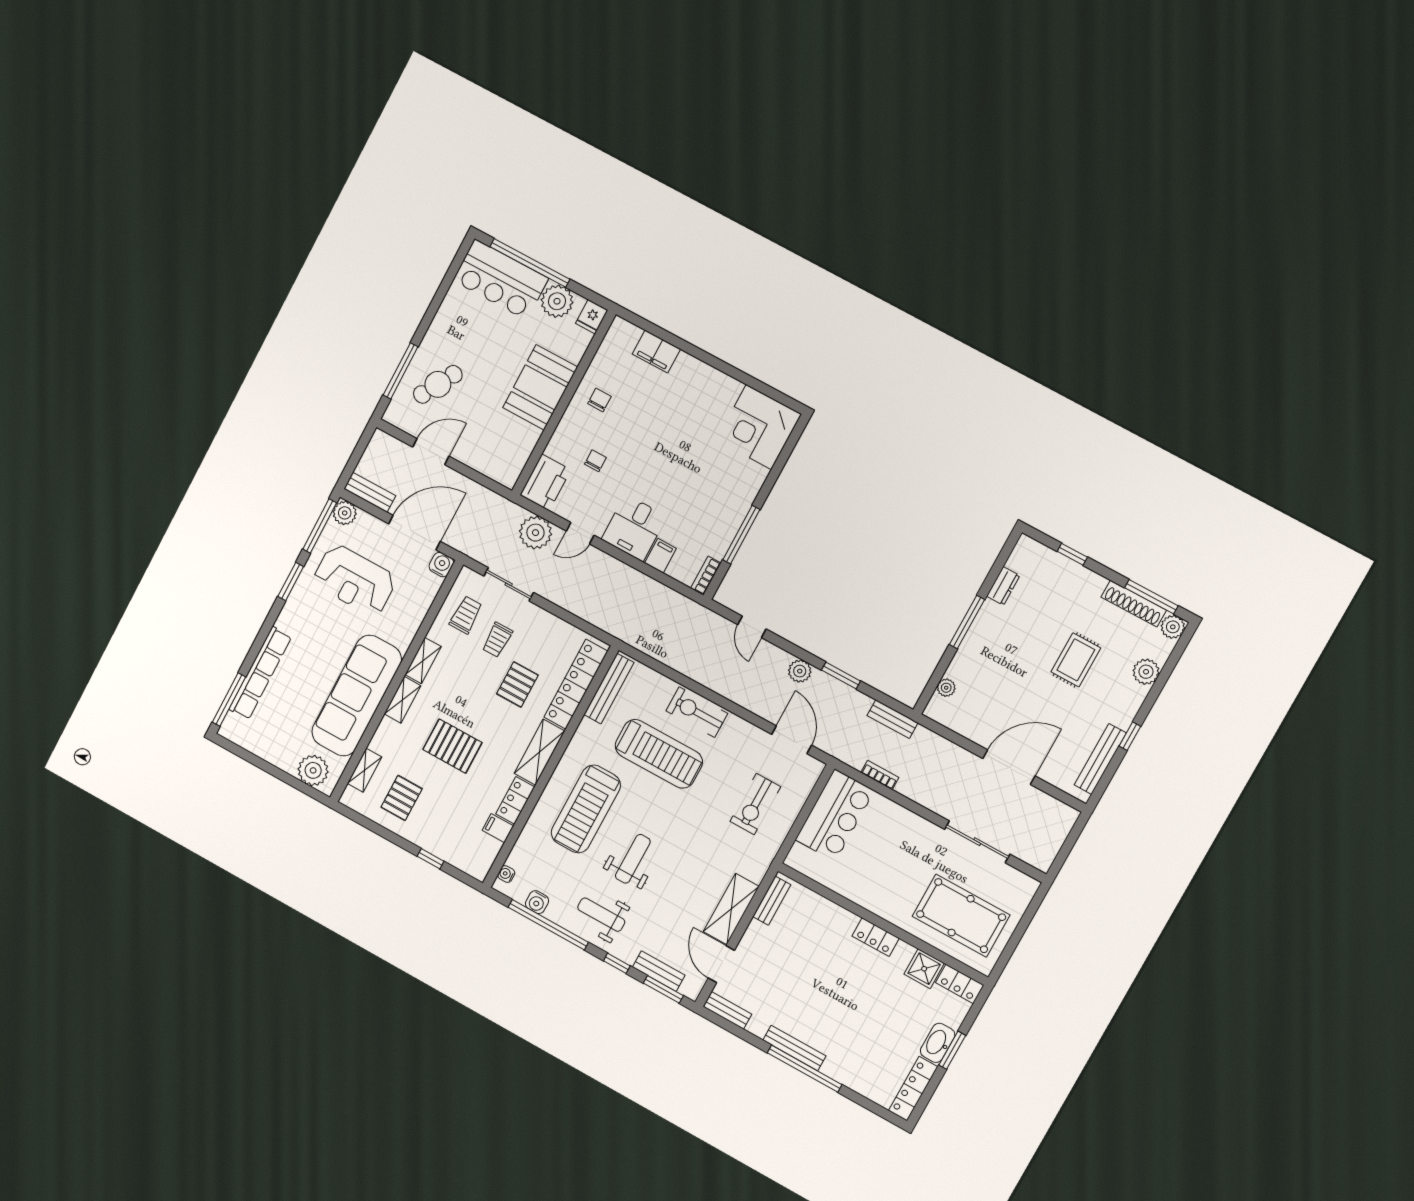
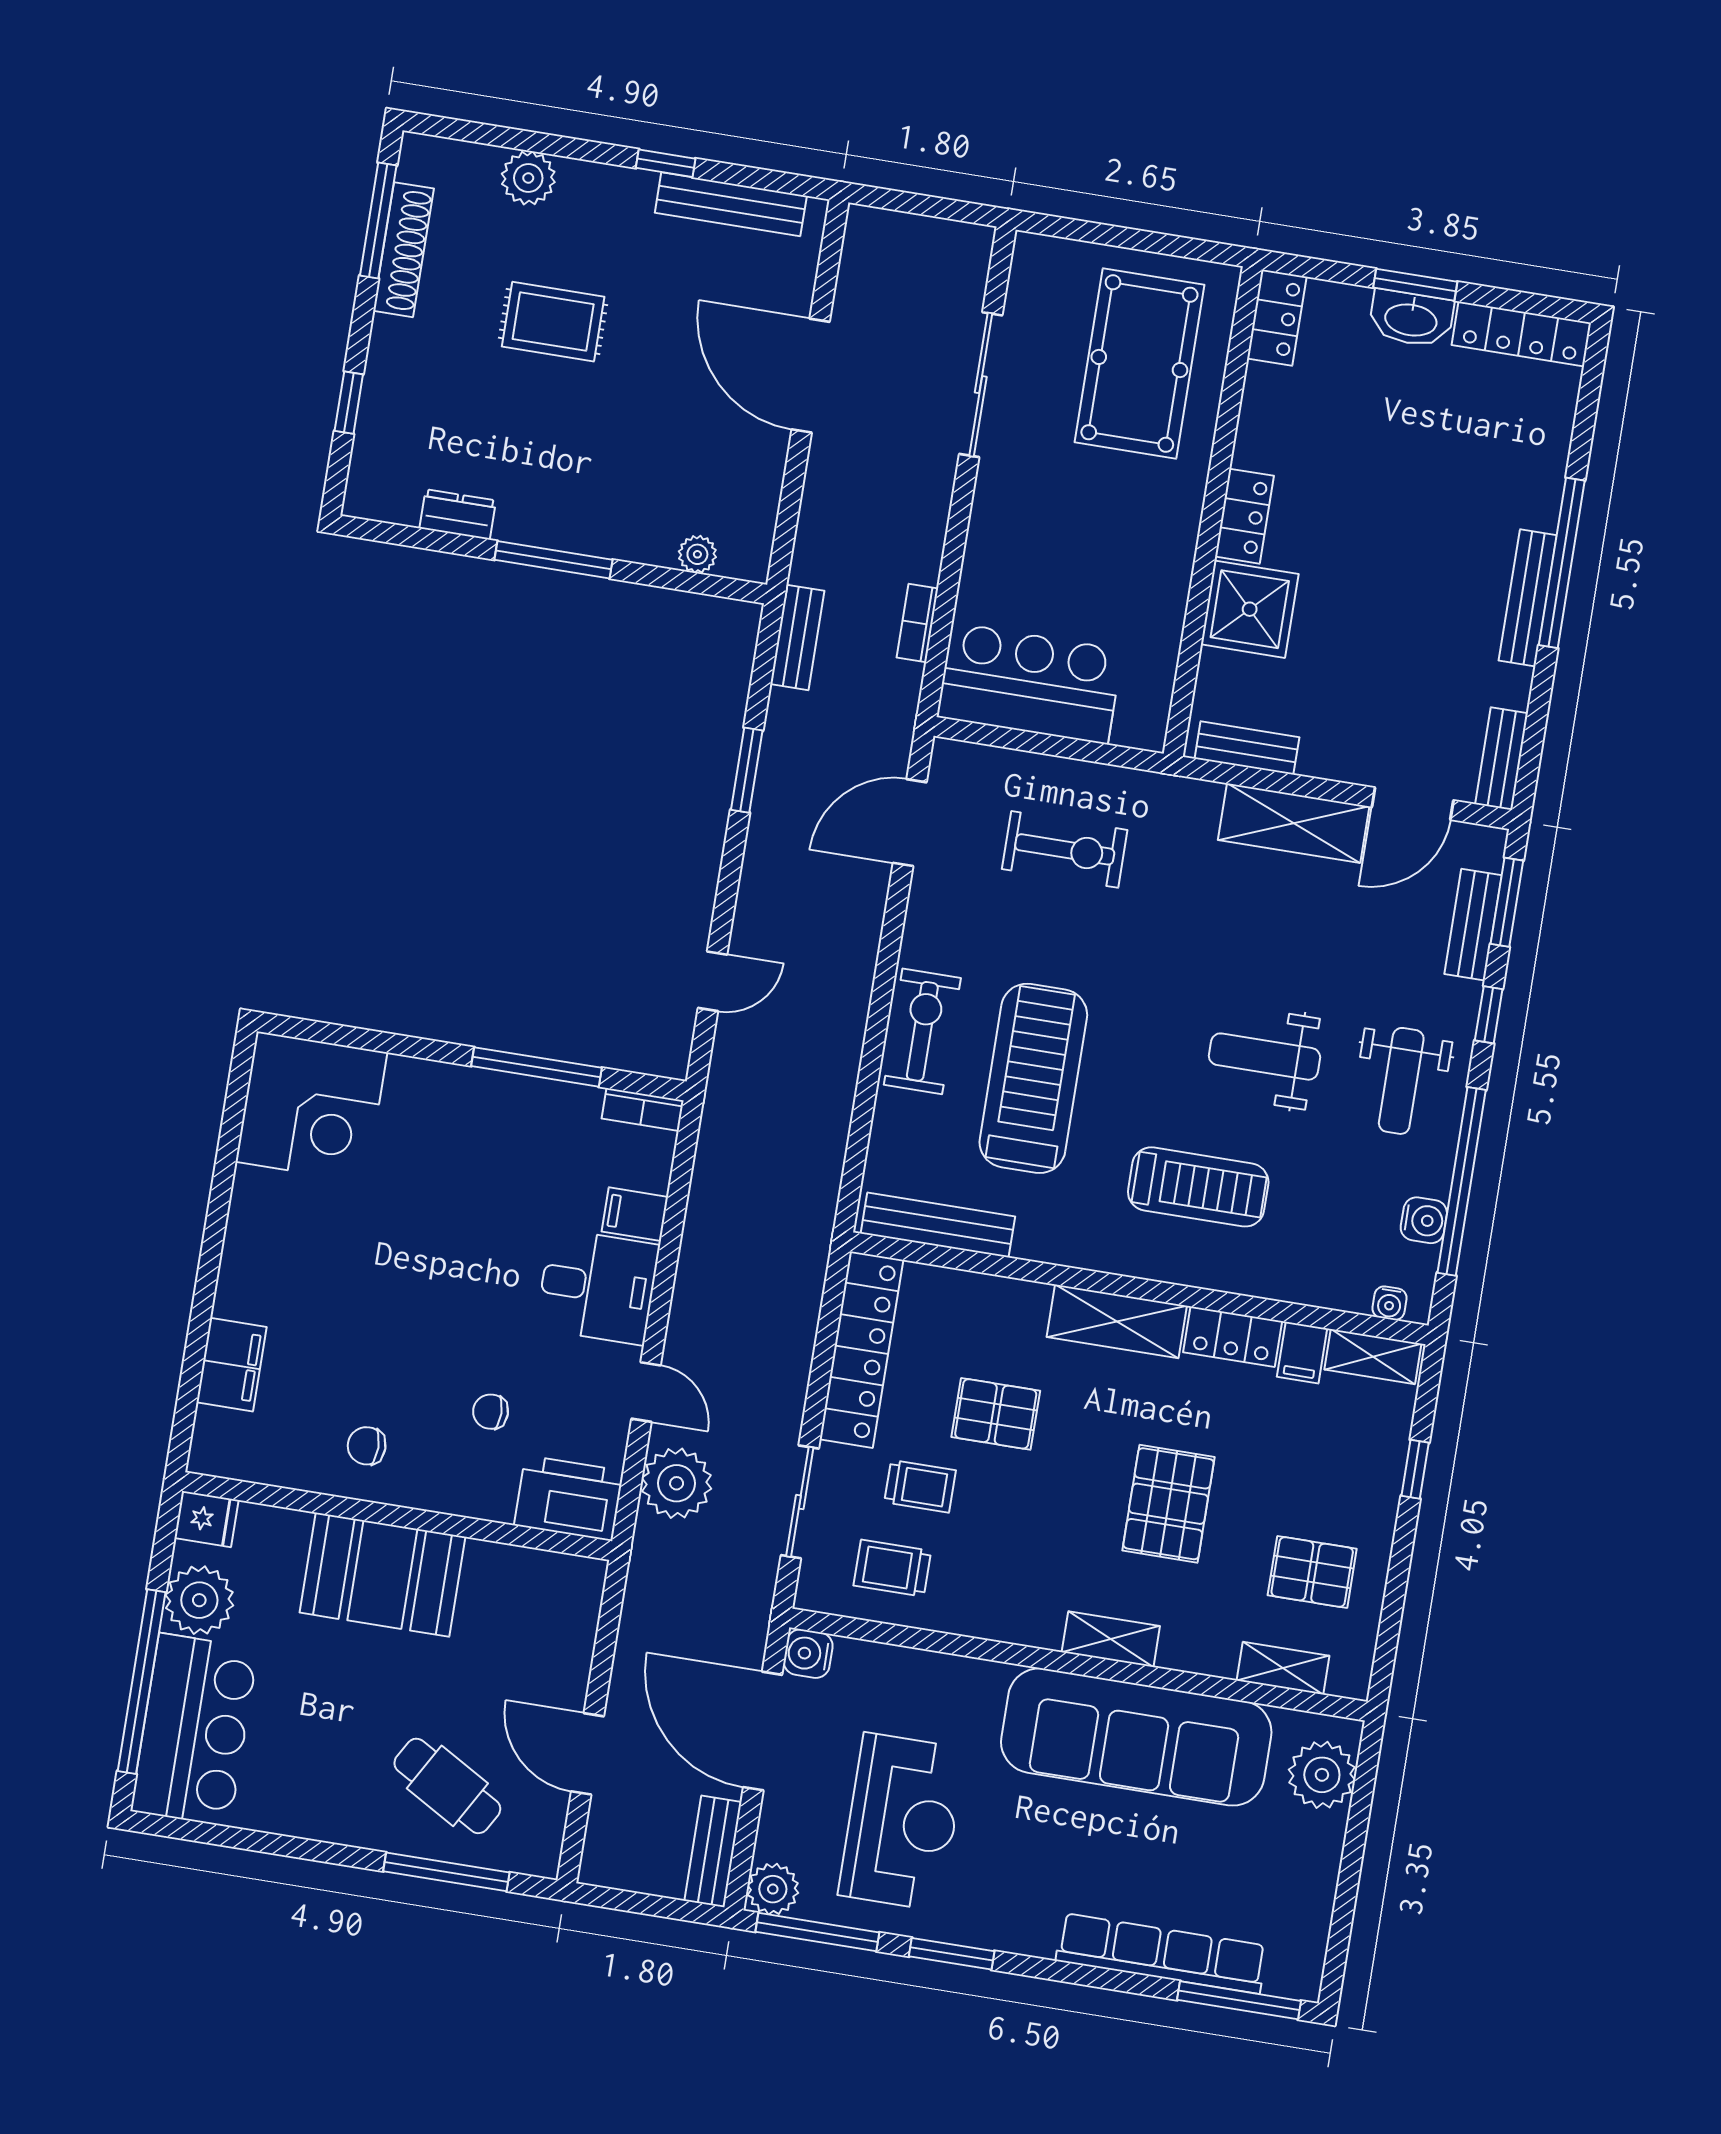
plant: (1173, 627) -> (423, 158), removed
shelving: (423, 661) -> (1373, 1357), moved
plant: (800, 671) -> (767, 855), removed
locker: (576, 684) -> (861, 1350), moved, turned -90
exercise bike: (697, 712) -> (922, 1031), turned 180
treadmill: (586, 809) -> (1198, 1187), width x0.73, depth x0.73
shower: (924, 969) -> (1250, 609), moved, width x1.36, depth x1.36

